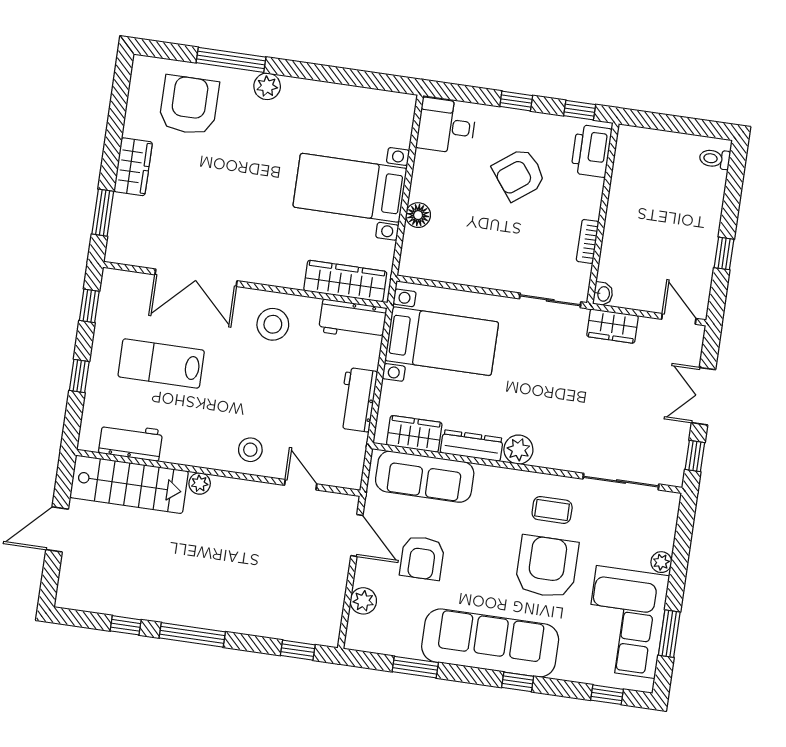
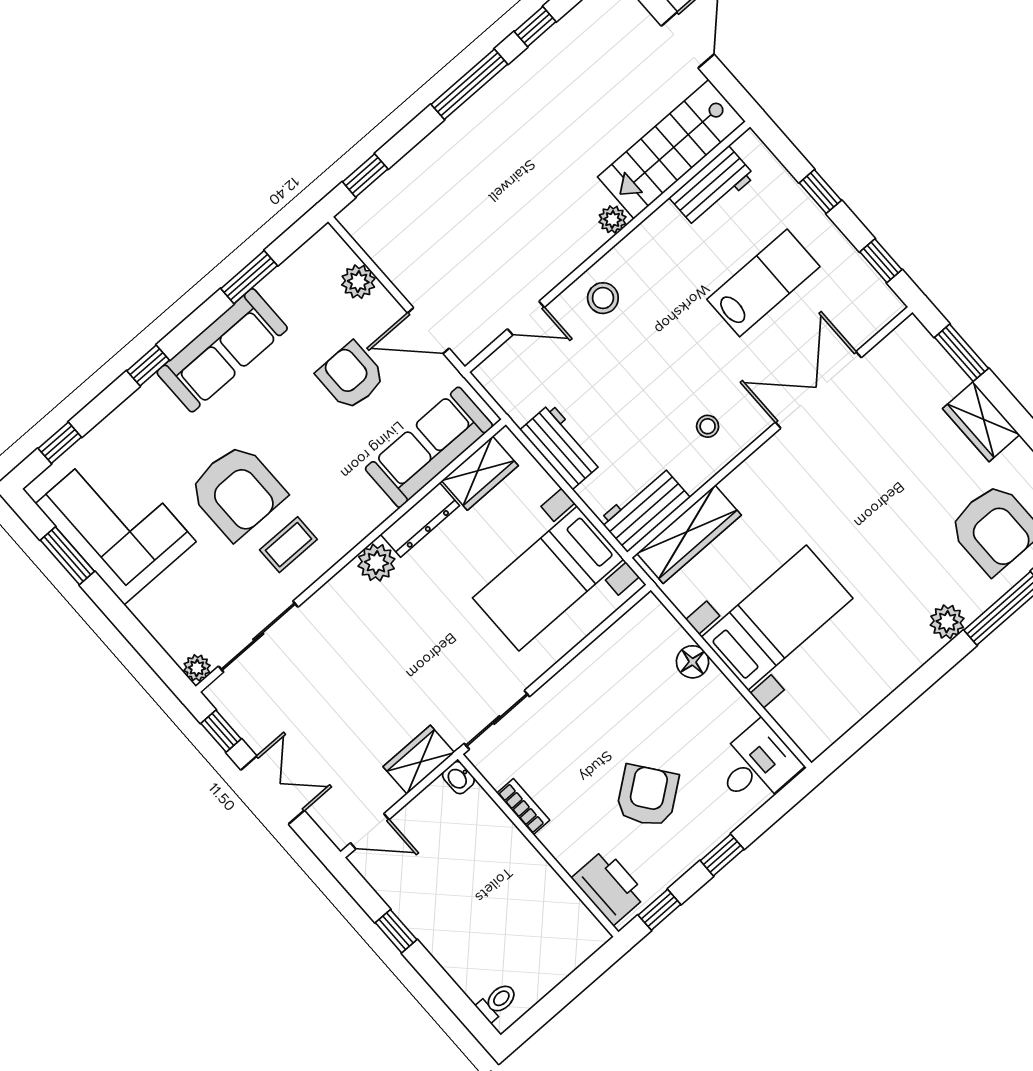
stool: (273, 324) -> (708, 426), width x0.53, depth x0.53
plant: (661, 562) -> (197, 668), moved
sofa: (490, 643) -> (222, 350), width x0.74, depth x0.79

